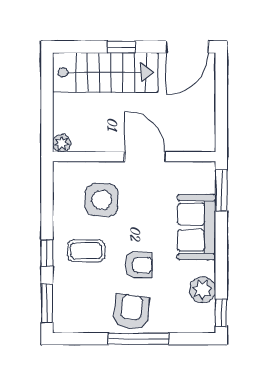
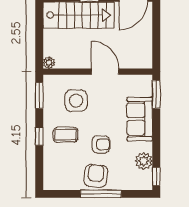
window: (47, 303) -> (39, 95), moved

